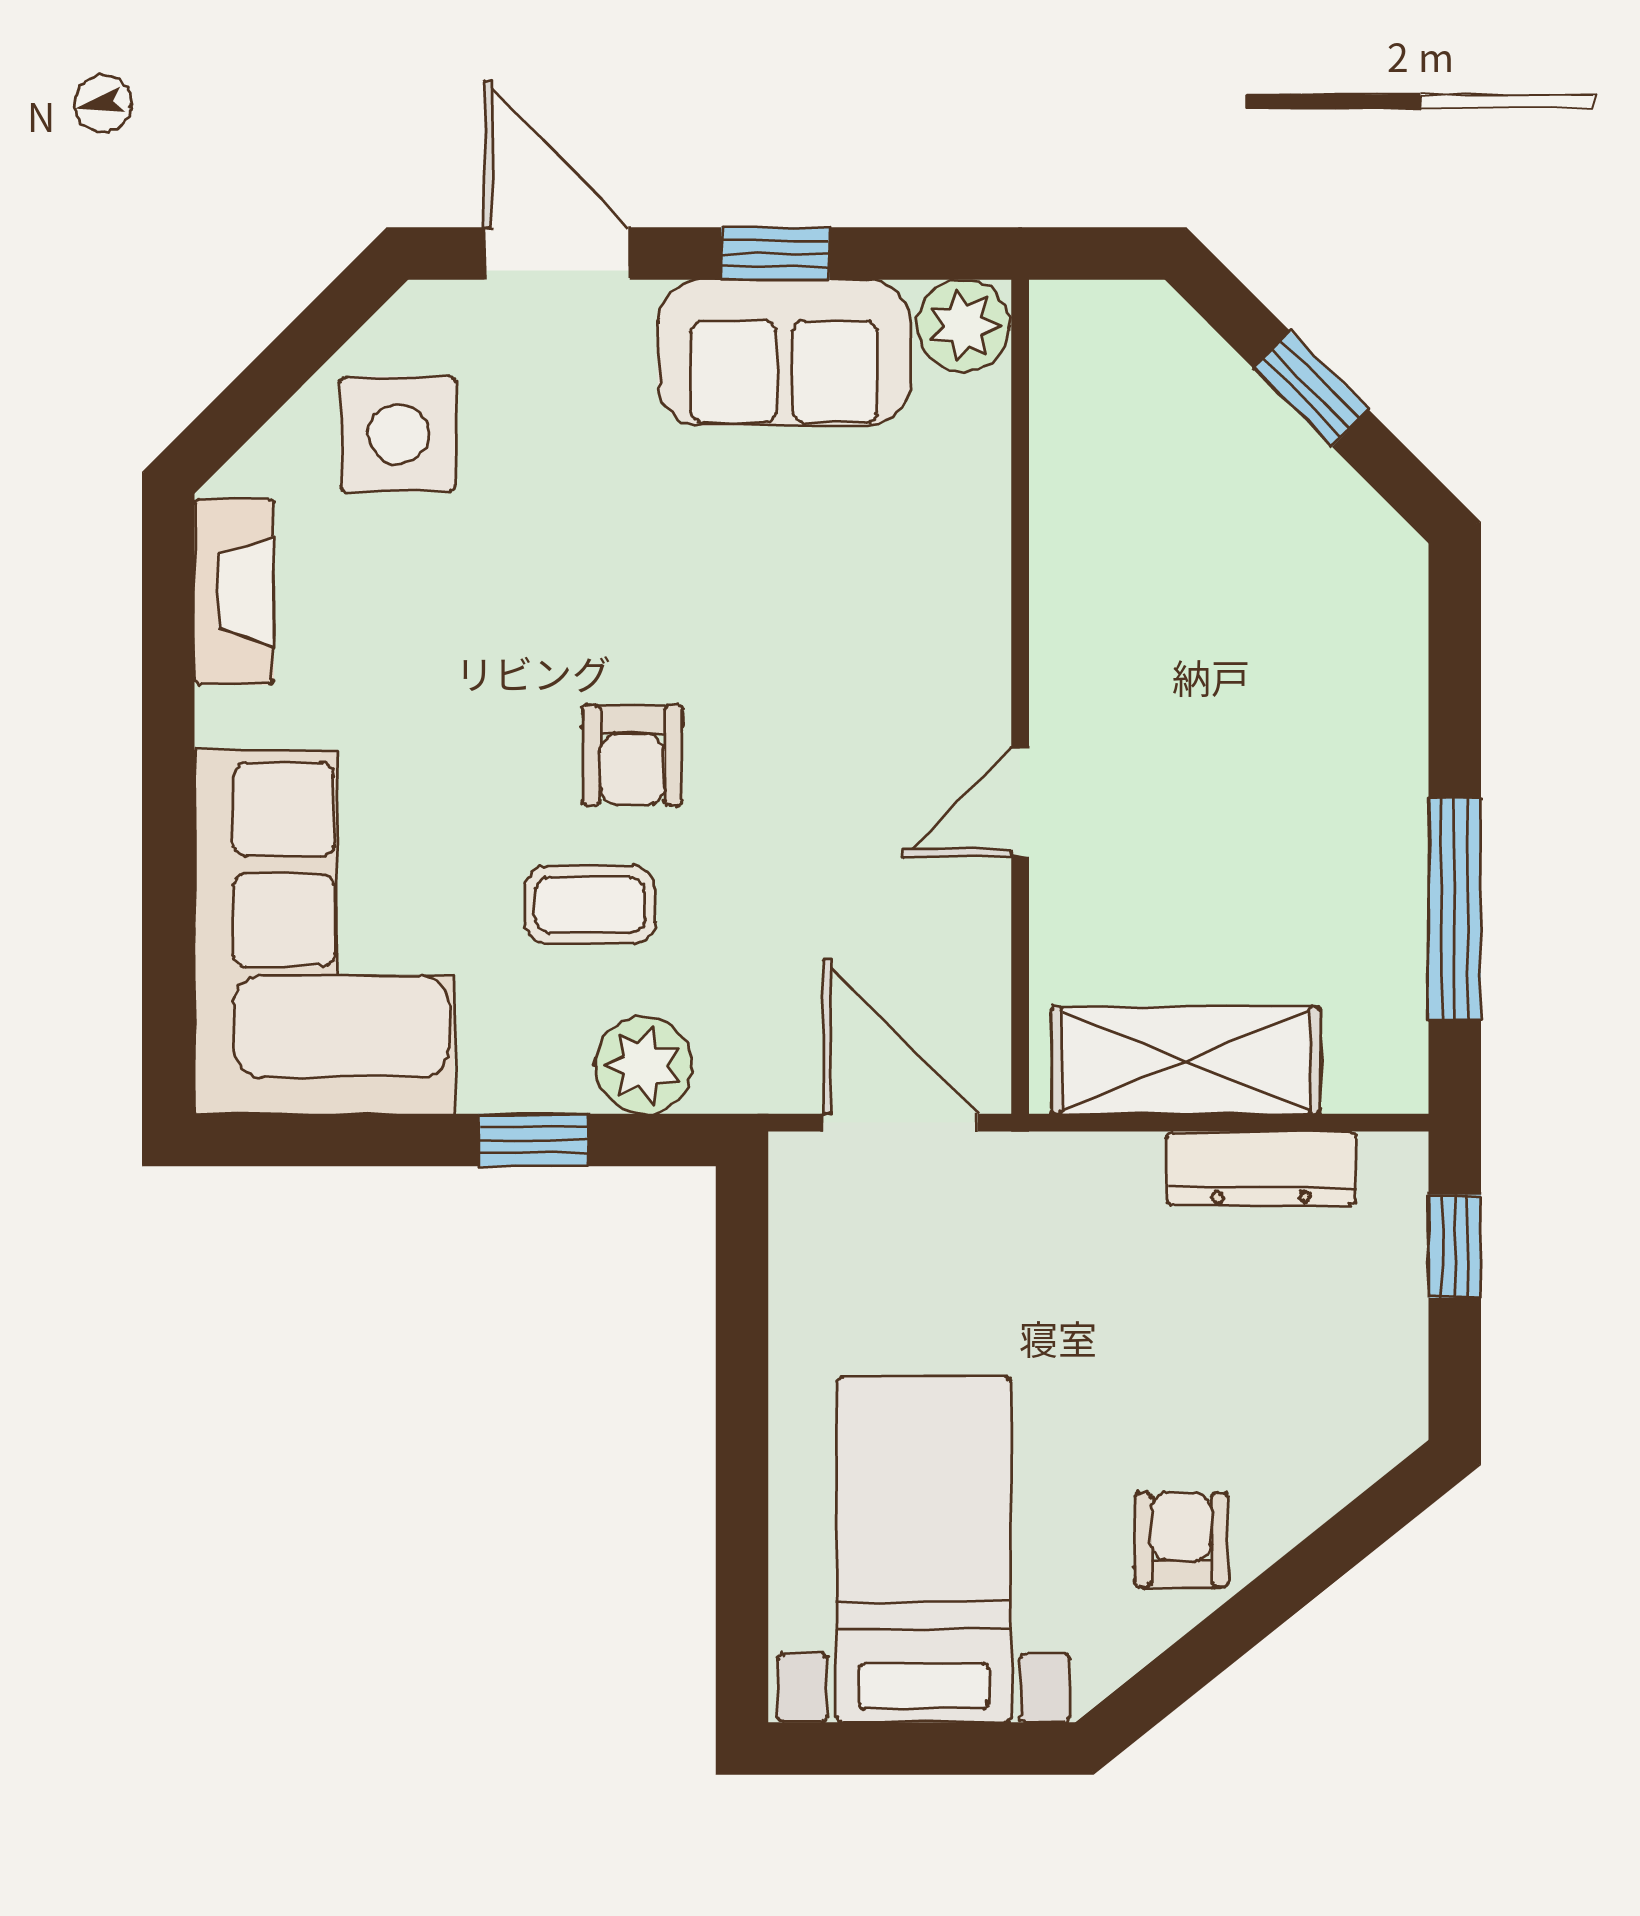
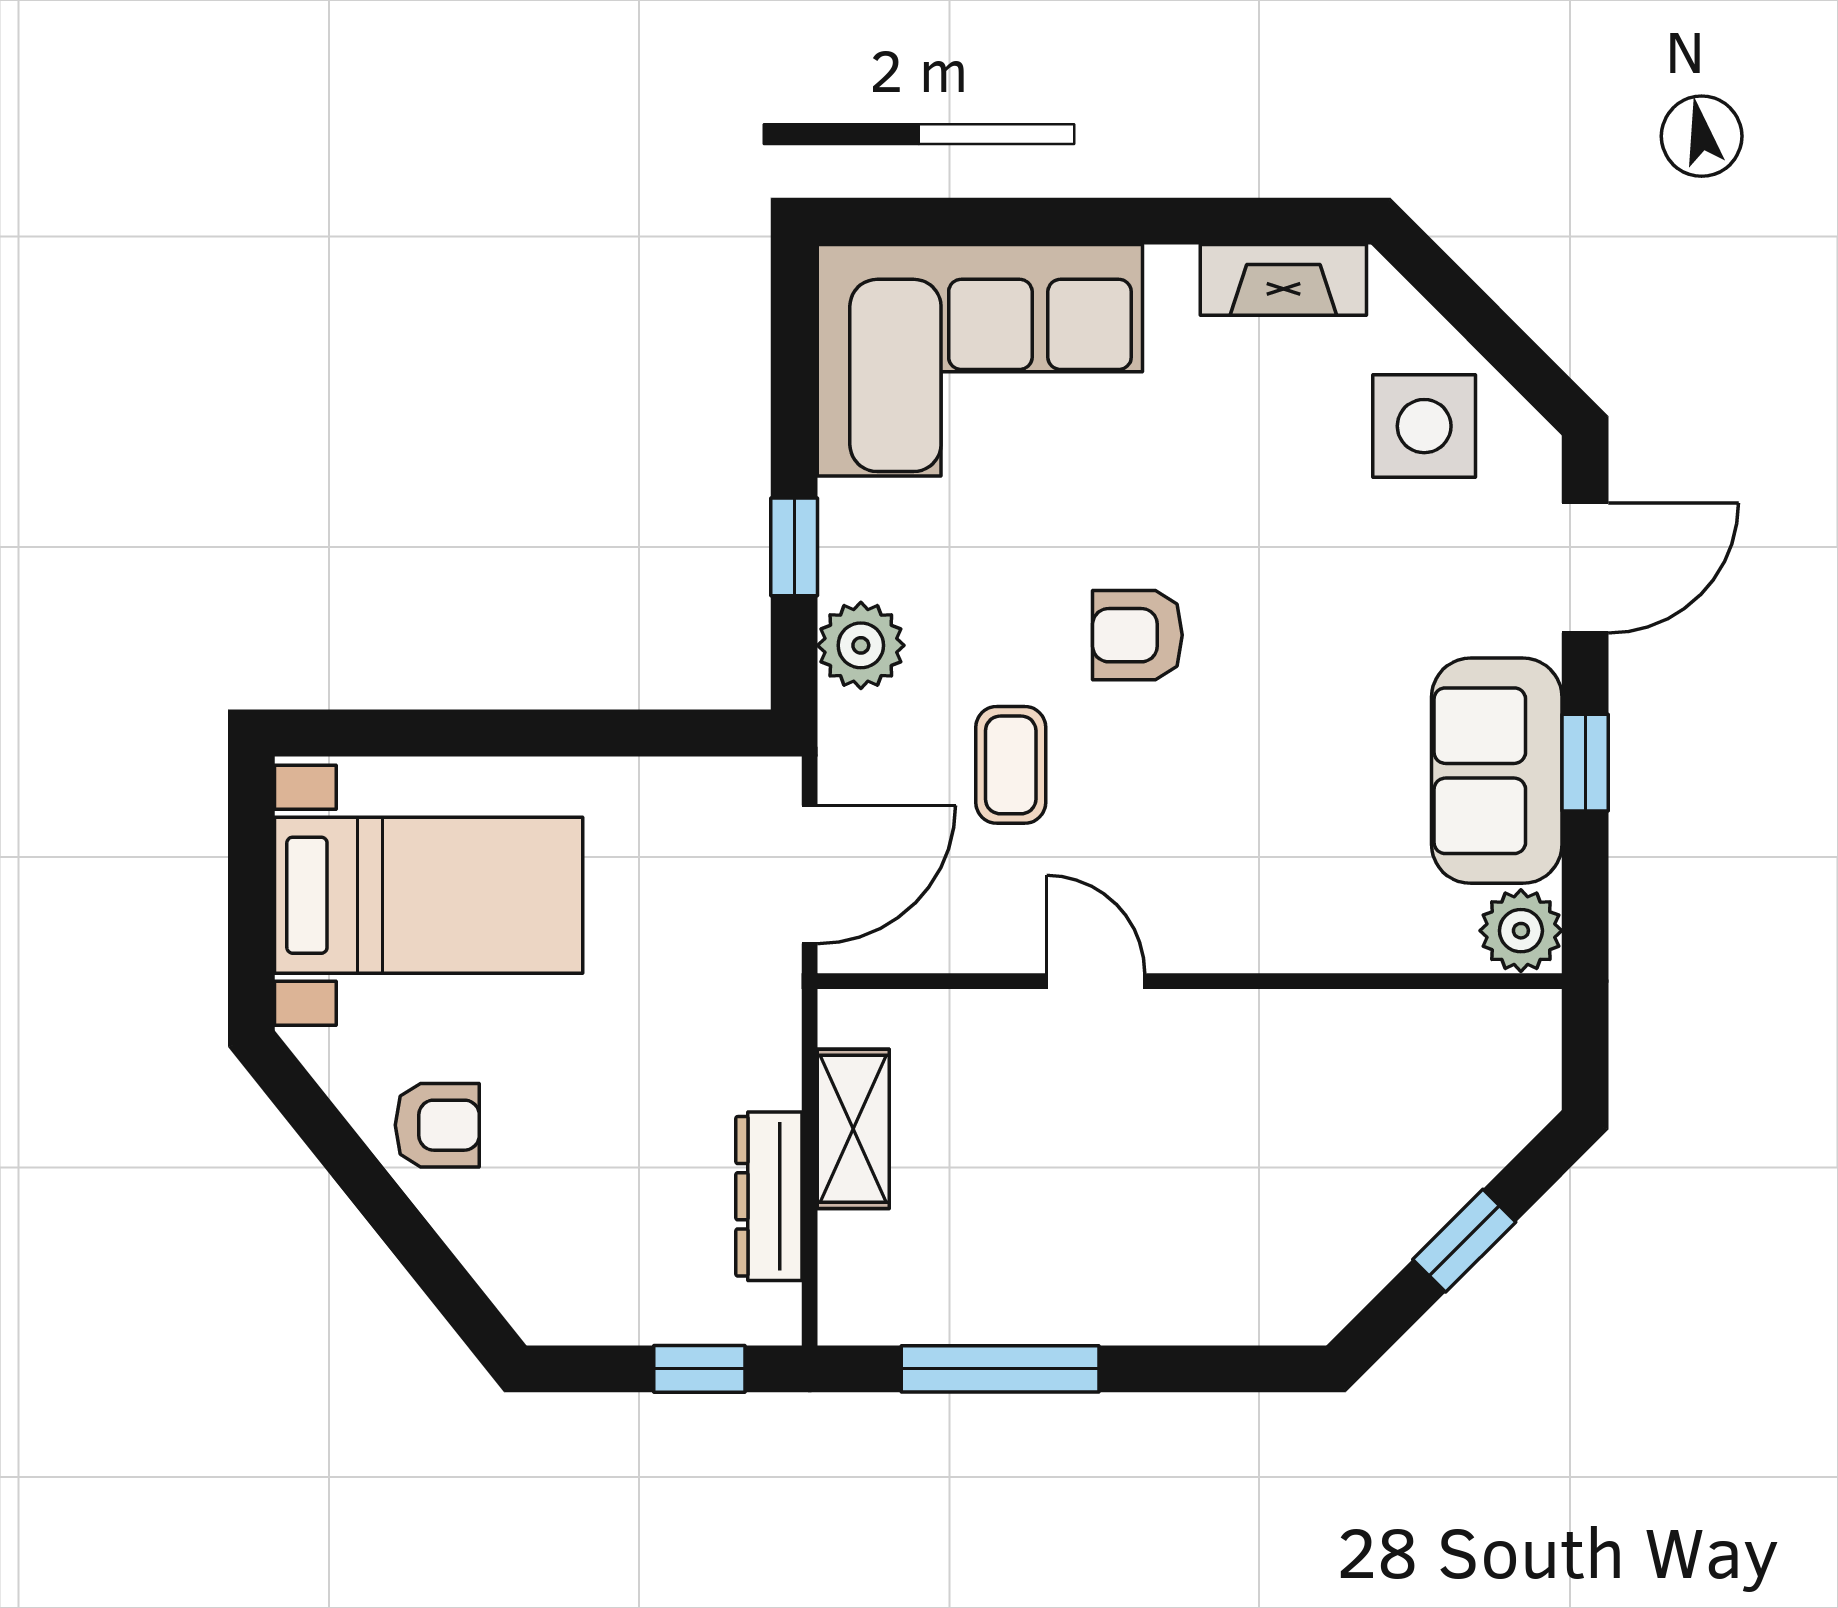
coffee table: (590, 905) -> (1011, 765), moved
shelving: (1186, 1060) -> (853, 1129), width x0.67, depth x0.75

